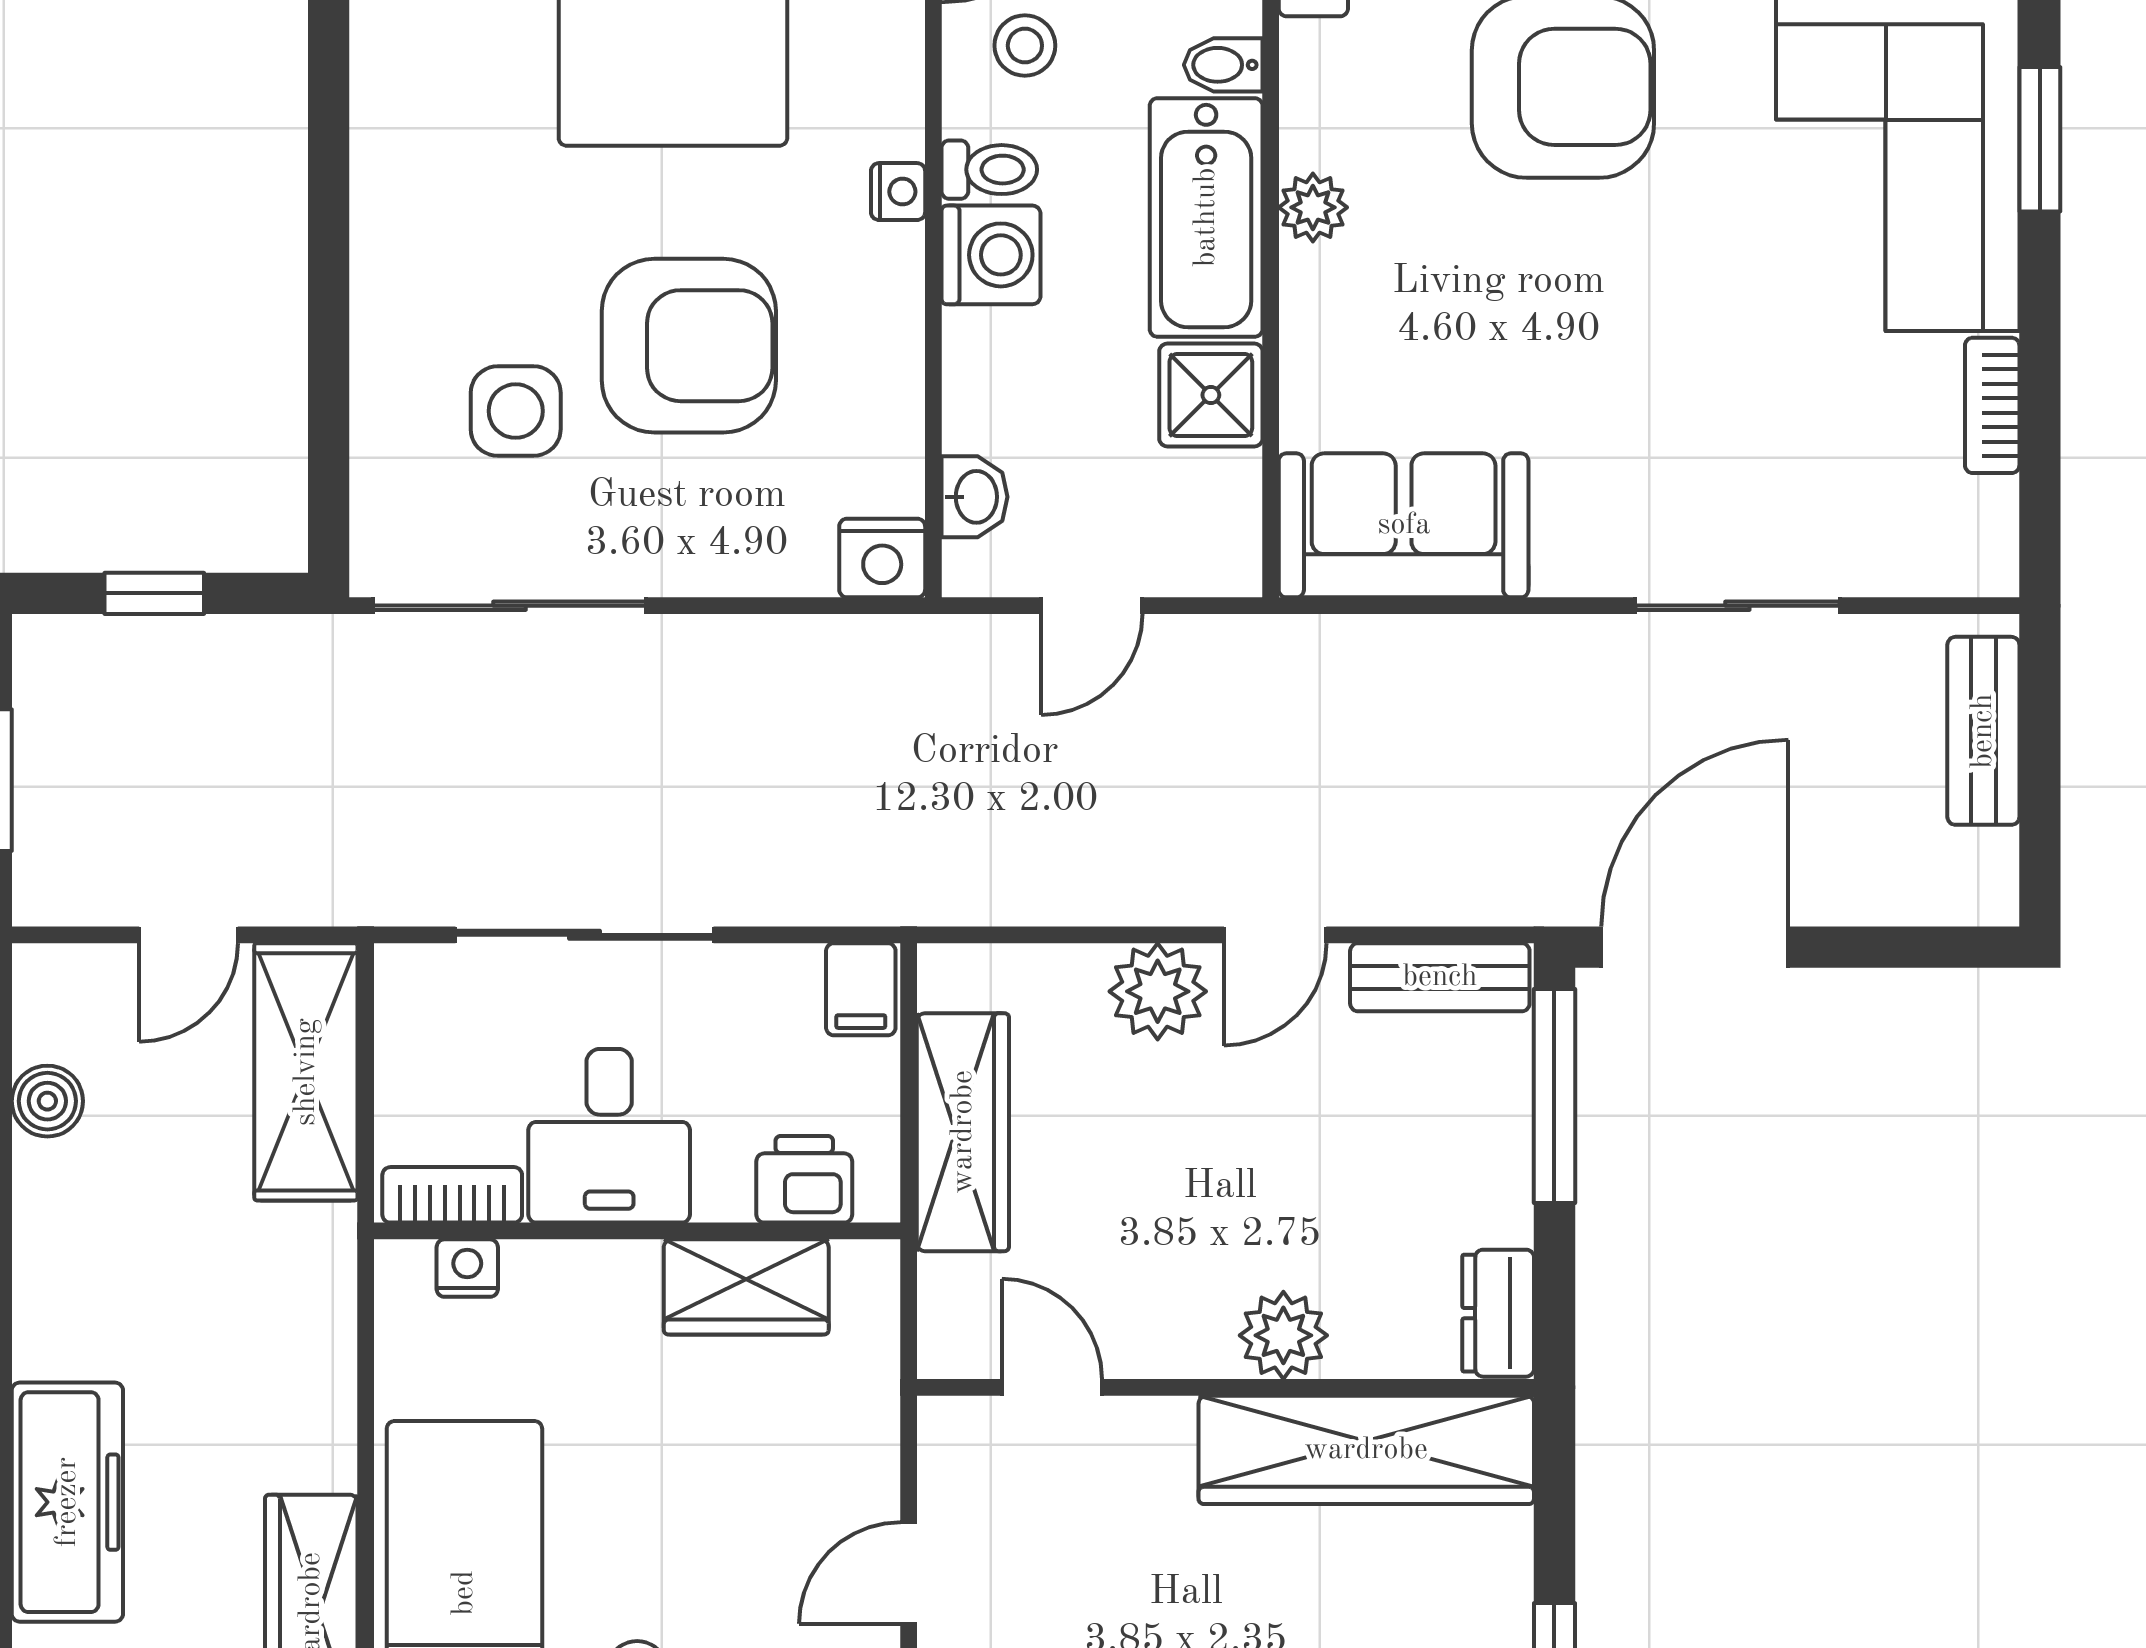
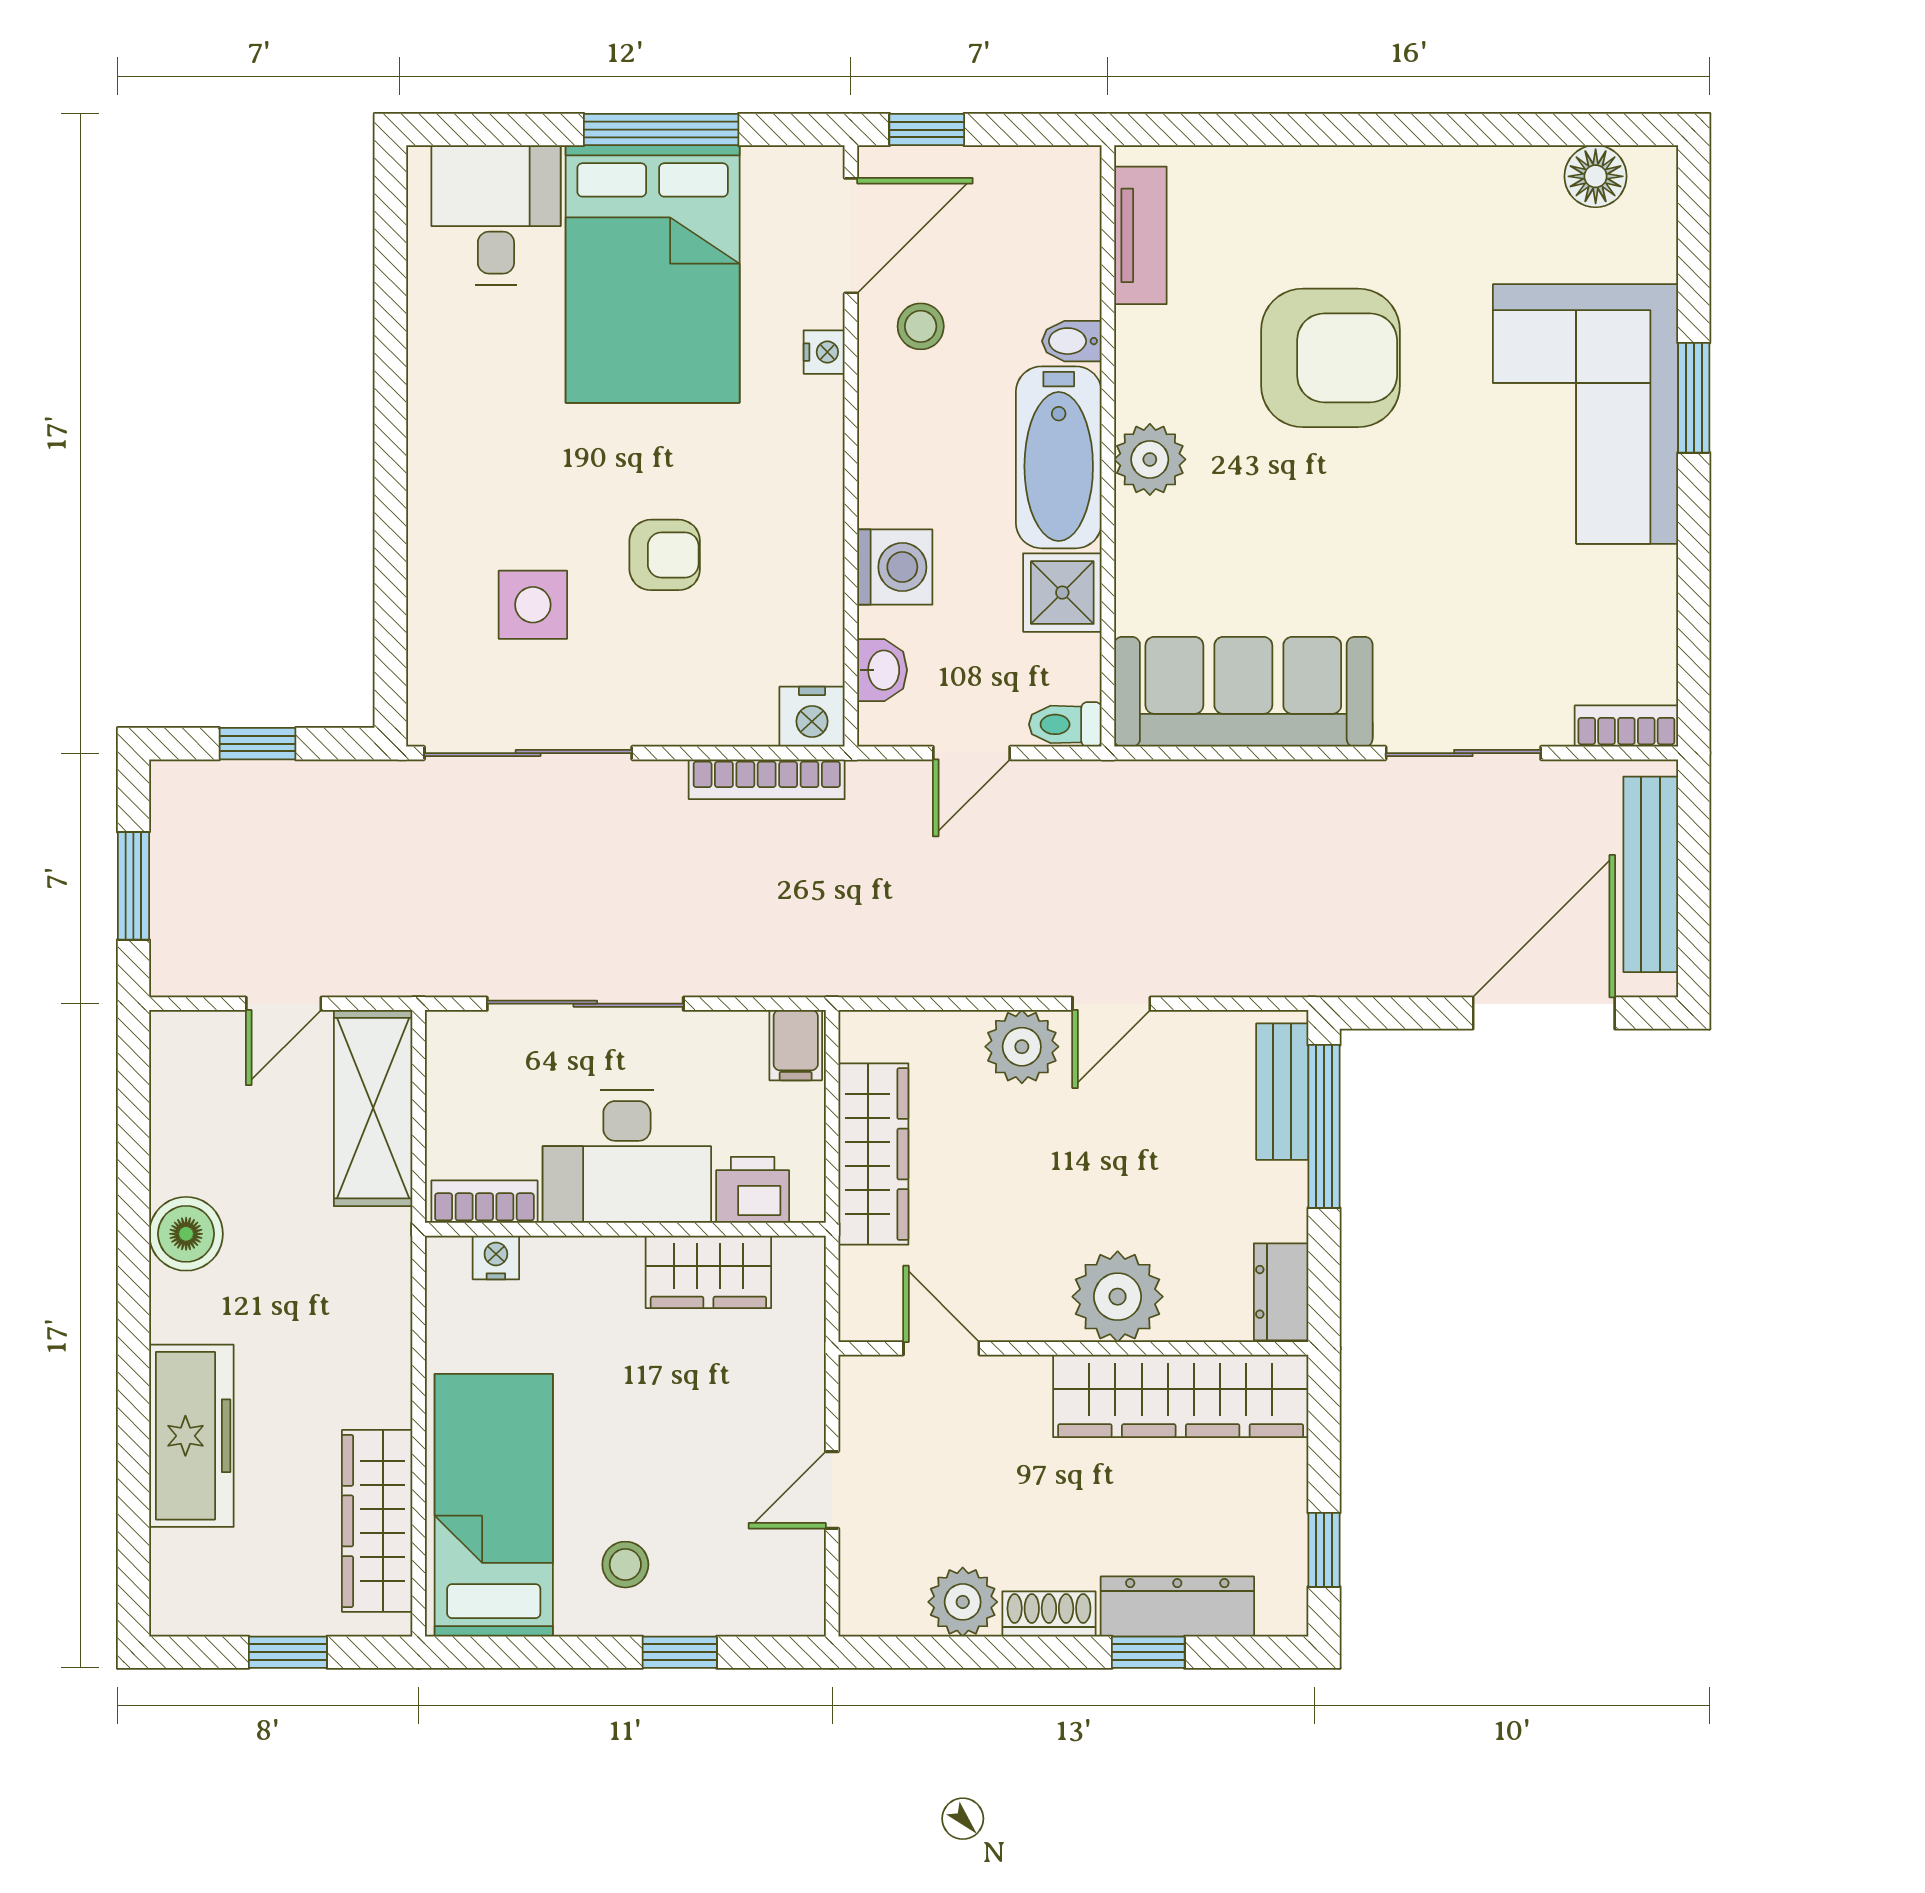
toilet: (989, 170) -> (1065, 724), moved, turned 180
nightstand: (898, 192) -> (824, 352), moved
plant: (1313, 207) -> (1150, 459), width x1.38, depth x1.38
washing machine: (991, 255) -> (895, 567), moved
armchair: (689, 346) -> (665, 555), width x0.53, depth x0.53
bookcase: (1992, 405) -> (1626, 726), moved, turned 90
sofa: (1404, 525) -> (1243, 692), width x1.36
bookcase: (823, 640) -> (767, 779), added
bench: (1983, 731) -> (1651, 874), width x1.36
door: (1695, 947) -> (1544, 1013), moved
bench: (1440, 977) -> (1282, 1092), moved, turned 90
boiler: (47, 1101) -> (186, 1234), moved, width x1.36, depth x1.36
desk: (609, 1136) -> (627, 1157), width x1.37
plant: (1283, 1335) -> (1118, 1297), width x1.36, depth x1.36

